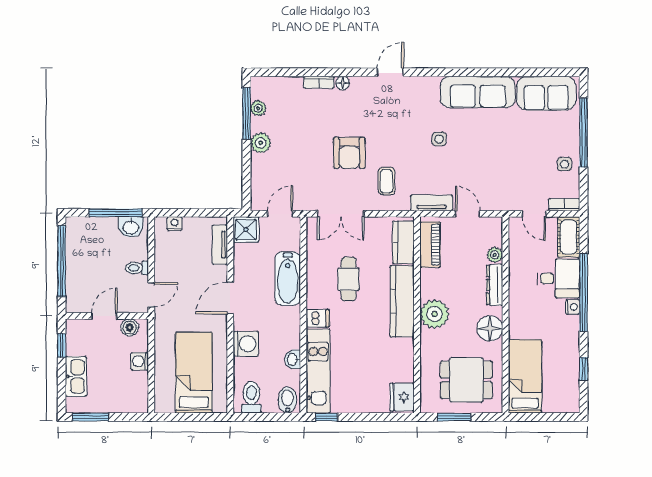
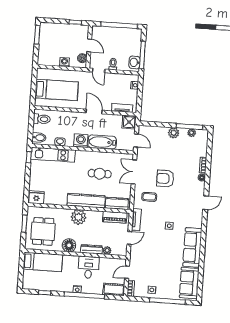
door: (390, 72) -> (206, 203), hinge flipped
desk: (559, 278) -> (89, 267), moved, turned 180
dishwasher: (318, 318) -> (80, 156), removed
washing machine: (246, 344) -> (81, 141), moved, turned 180
kitchen sink: (76, 376) -> (59, 29), removed

